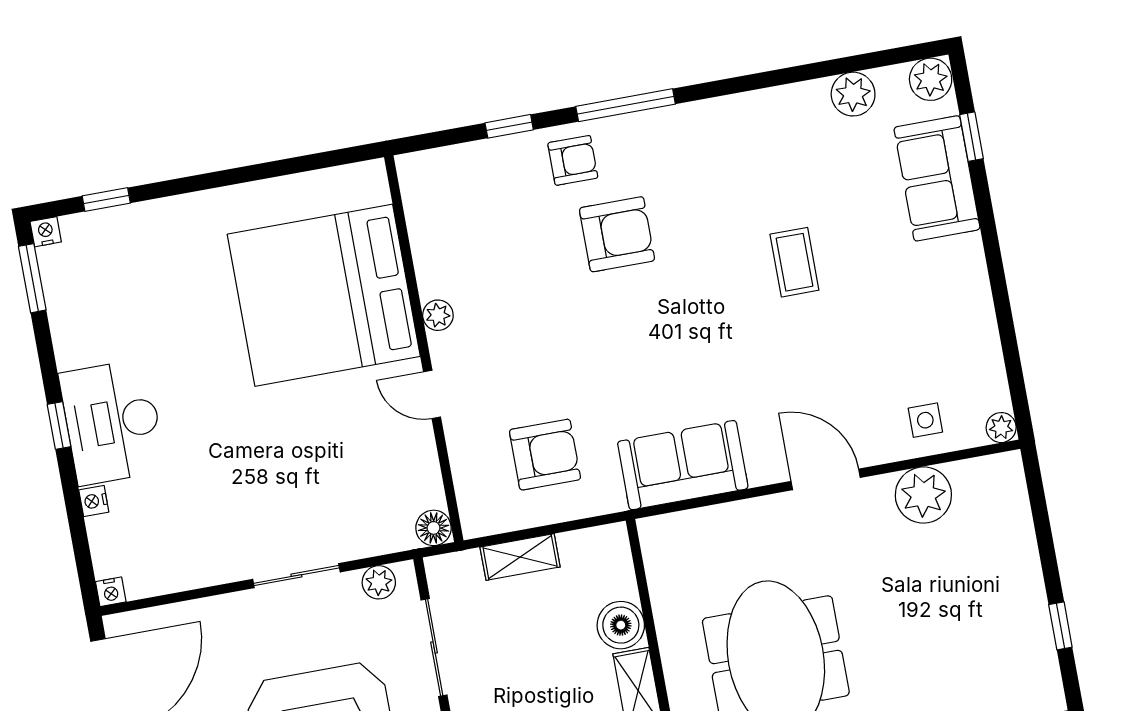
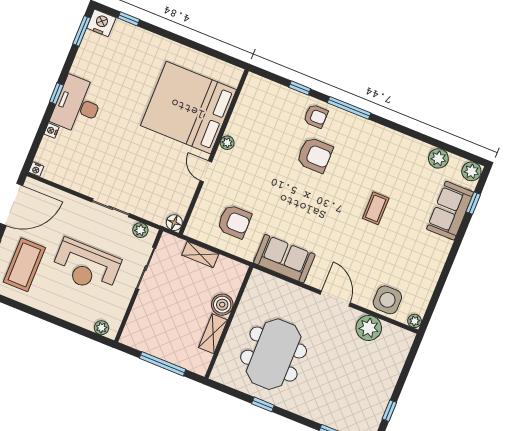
nightstand: (46, 232) -> (101, 23), width x1.89, depth x1.79
side table: (925, 420) -> (387, 300), width x1.87, depth x1.87

